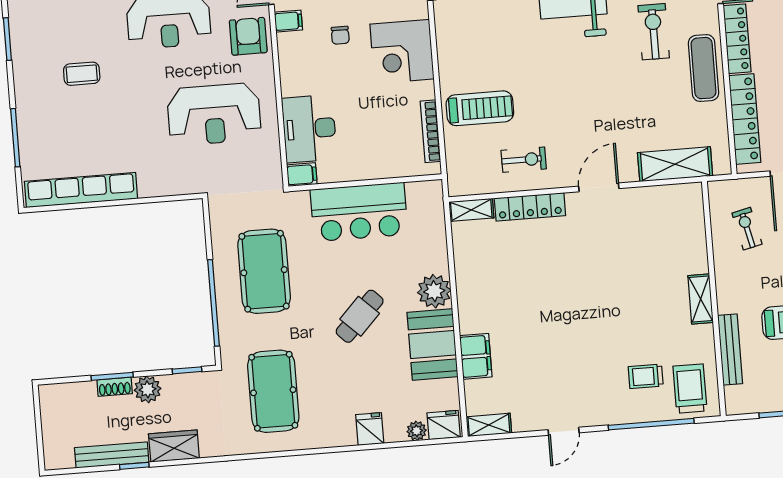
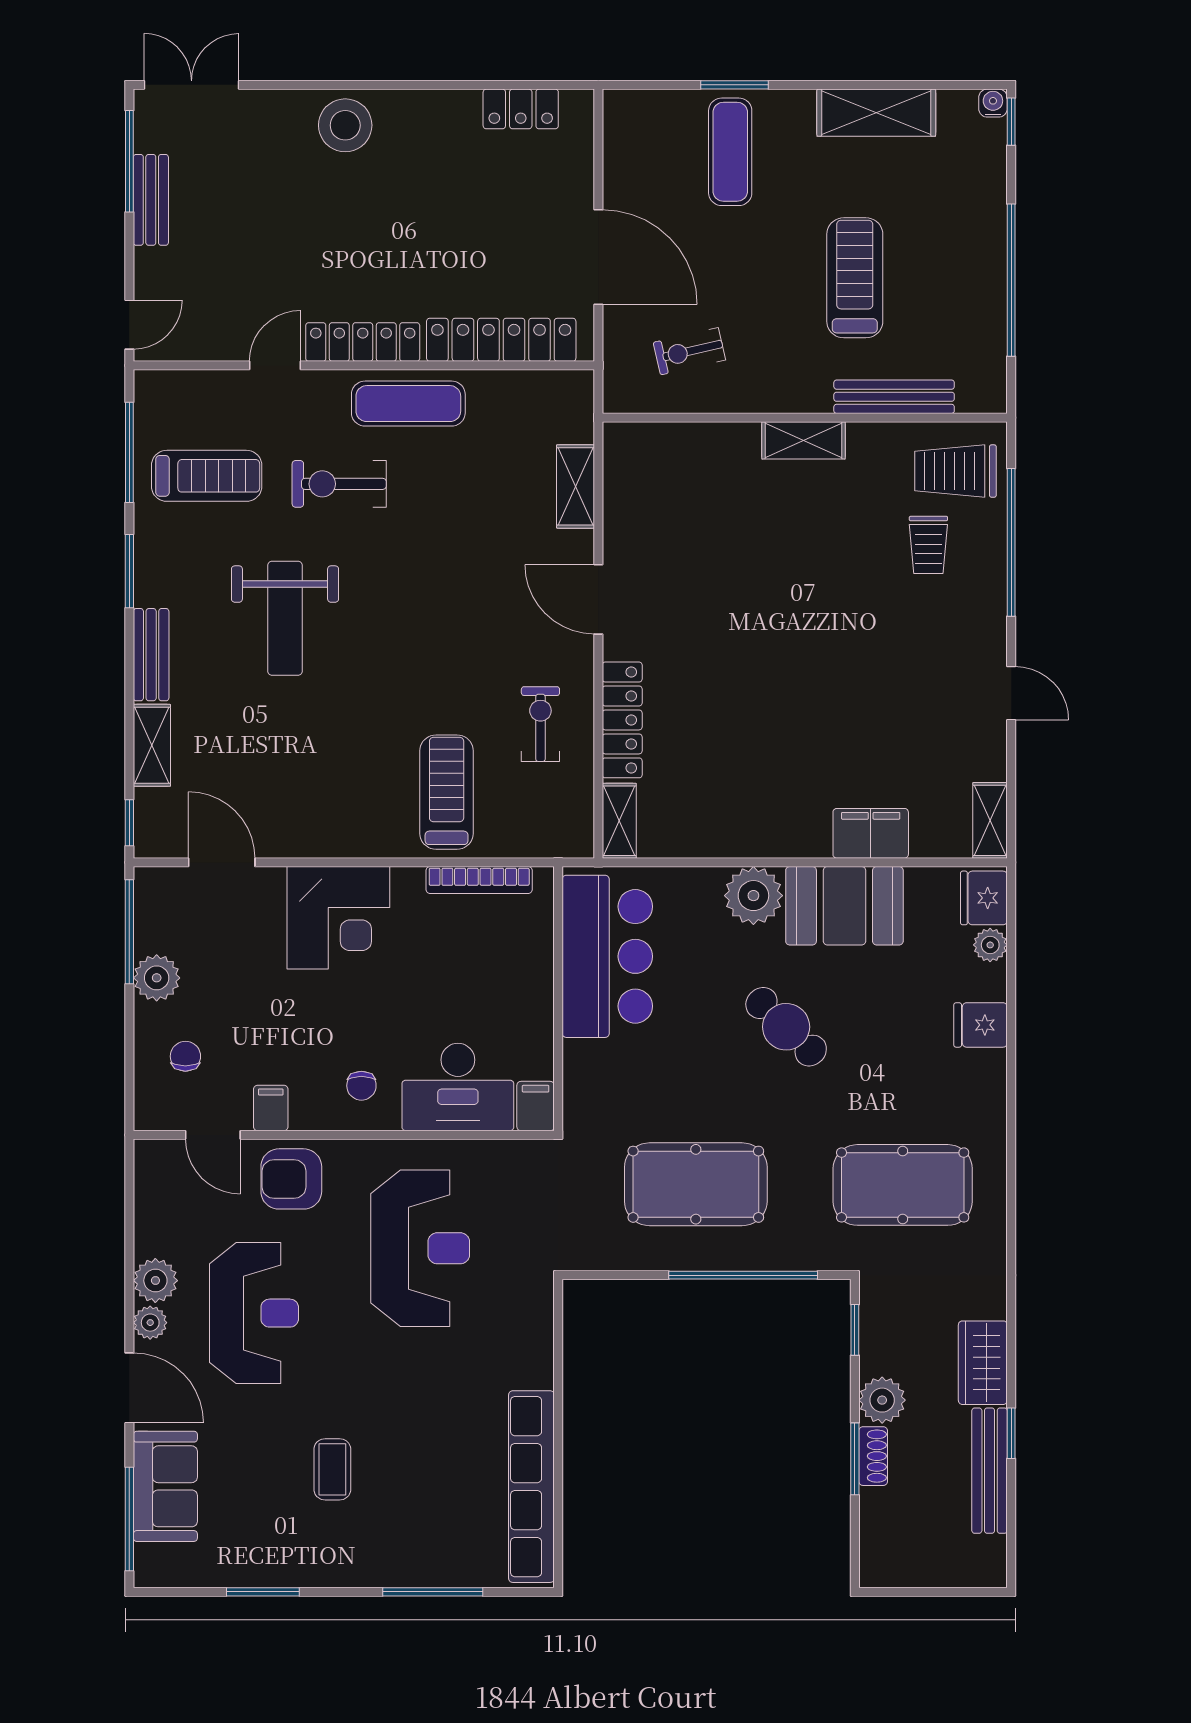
chair: (340, 35) -> (361, 1086), moved, turned 90
shelving: (675, 164) -> (575, 486), width x0.67, depth x0.75
bar counter: (359, 212) -> (607, 956), moved

